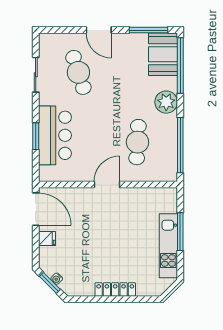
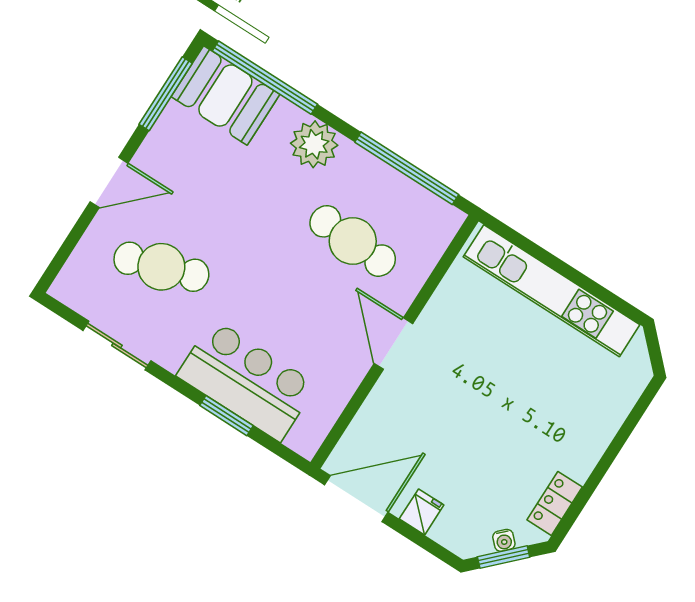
window: (180, 232) -> (561, 267), removed
kitchen unit: (168, 246) -> (552, 291), width x1.36
locker: (115, 289) -> (555, 503), moved, width x0.66

